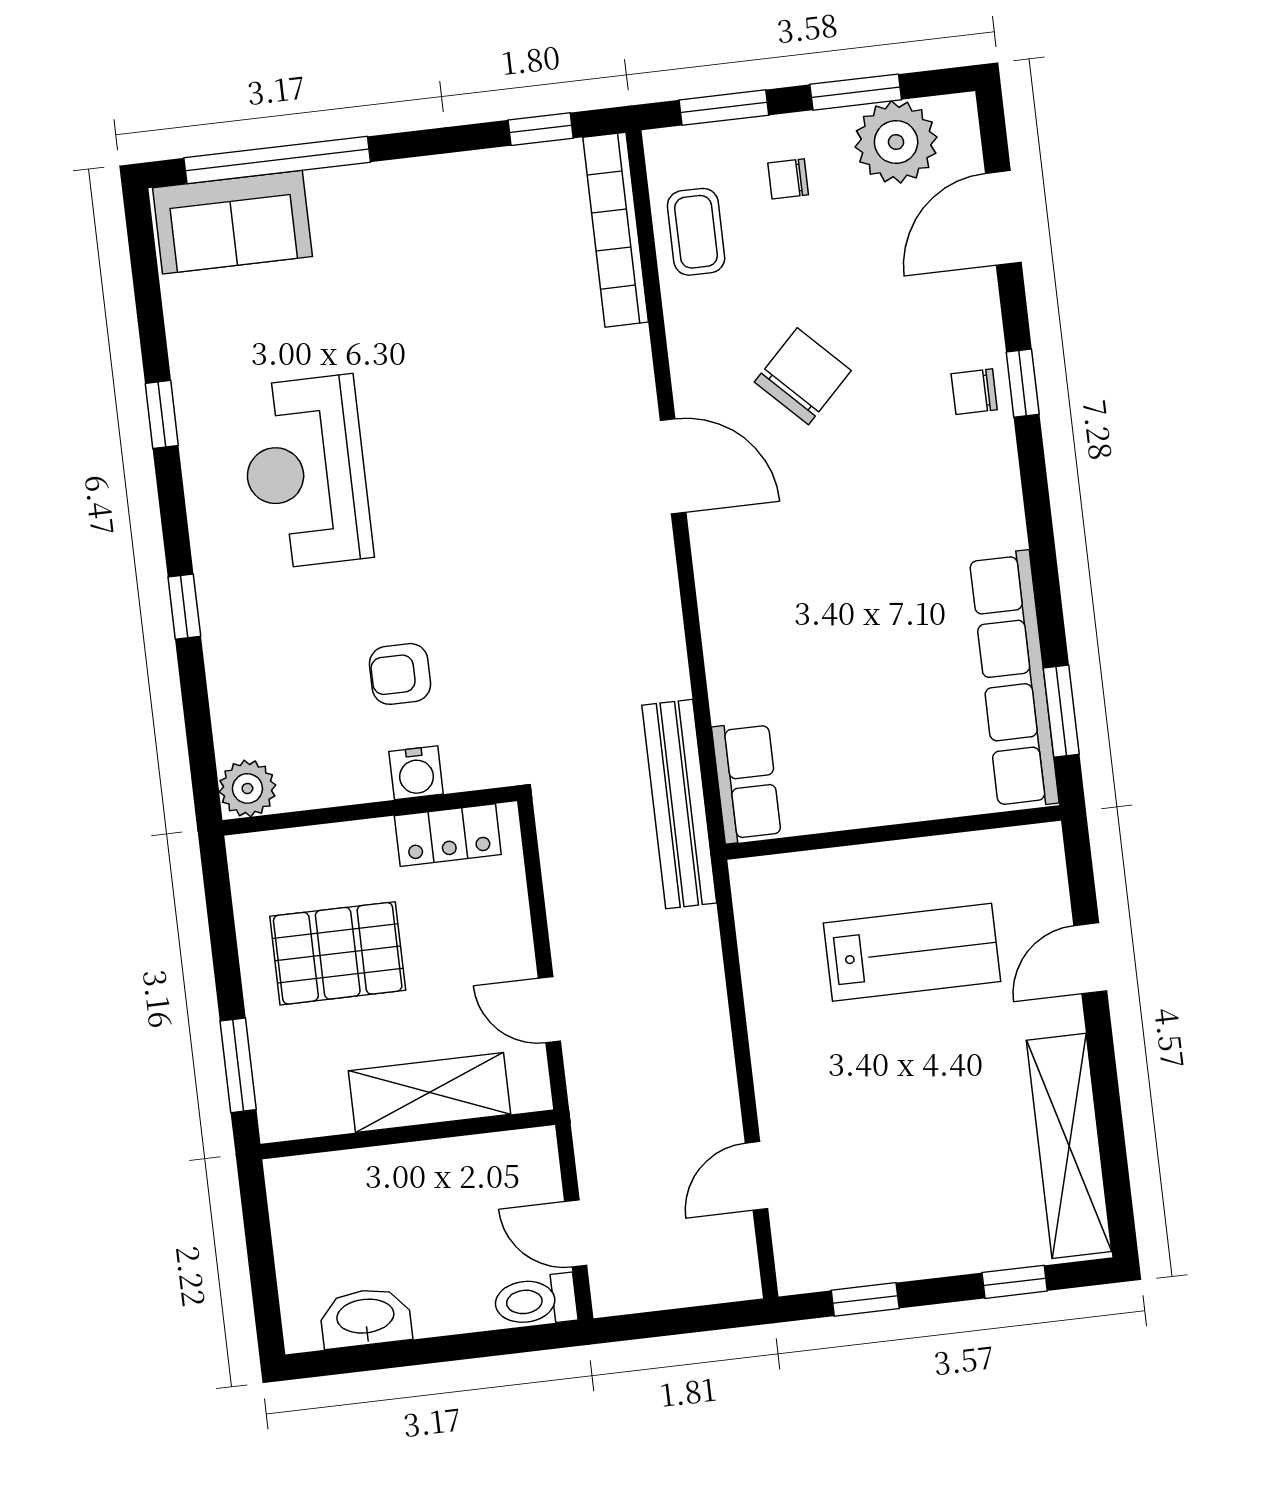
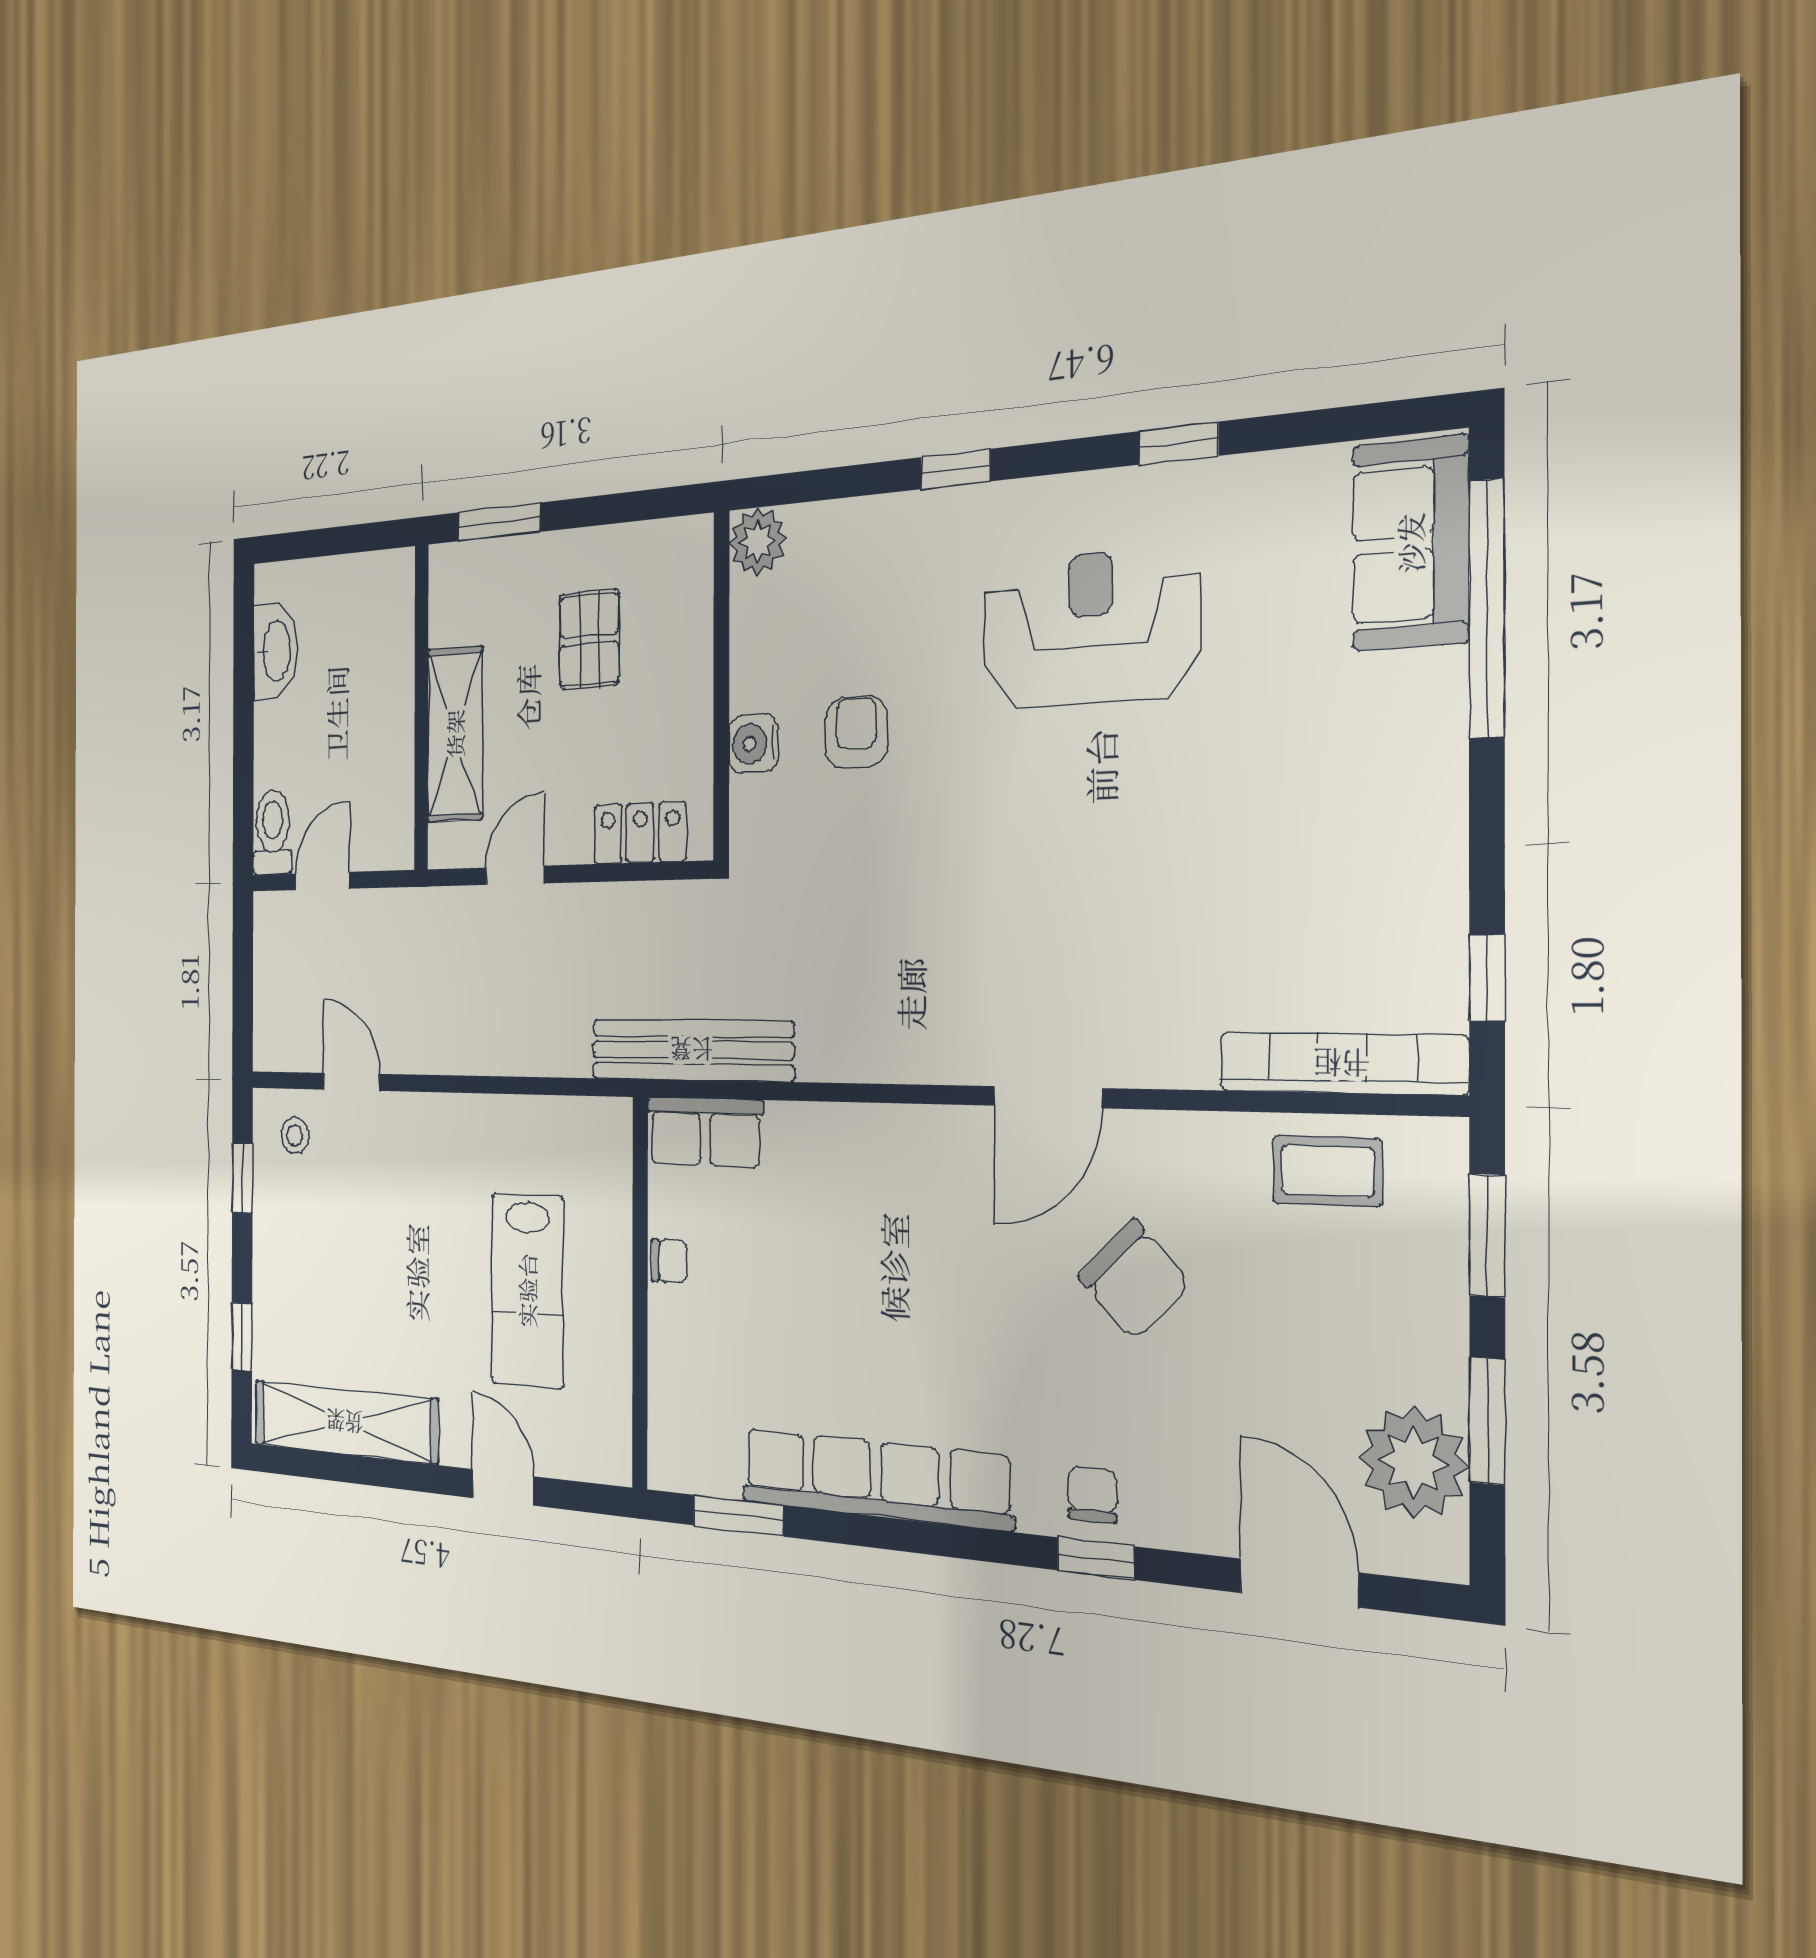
chair: (788, 179) -> (669, 1261), moved, turned 90
row of seats: (1014, 680) -> (875, 1479), moved
locker: (448, 835) -> (640, 833), moved, turned 90
pallet: (338, 953) -> (589, 640), width x0.67, depth x0.71
stool: (816, 1239) -> (295, 1136), added

